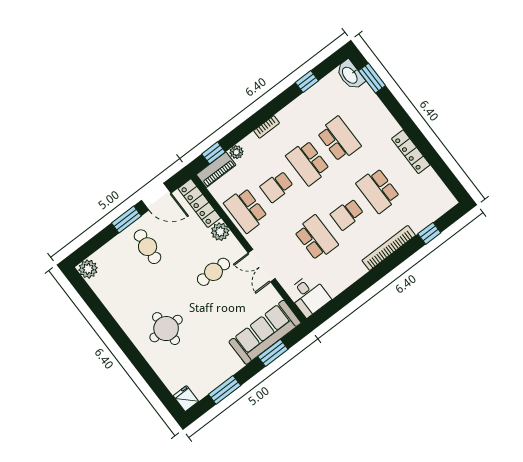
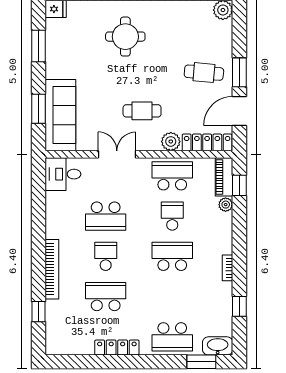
bookcase: (267, 127) -> (227, 268), moved
school desk: (339, 139) -> (172, 337), moved
cafe table: (213, 272) -> (142, 111), turned 90

